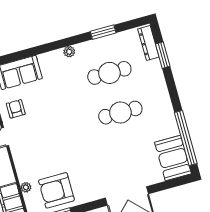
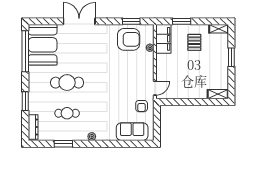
window: (163, 55) -> (25, 101), moved
cafe table: (109, 73) -> (67, 113), width x0.73, depth x0.74
booth: (173, 158) -> (43, 45), width x1.36, depth x1.42

